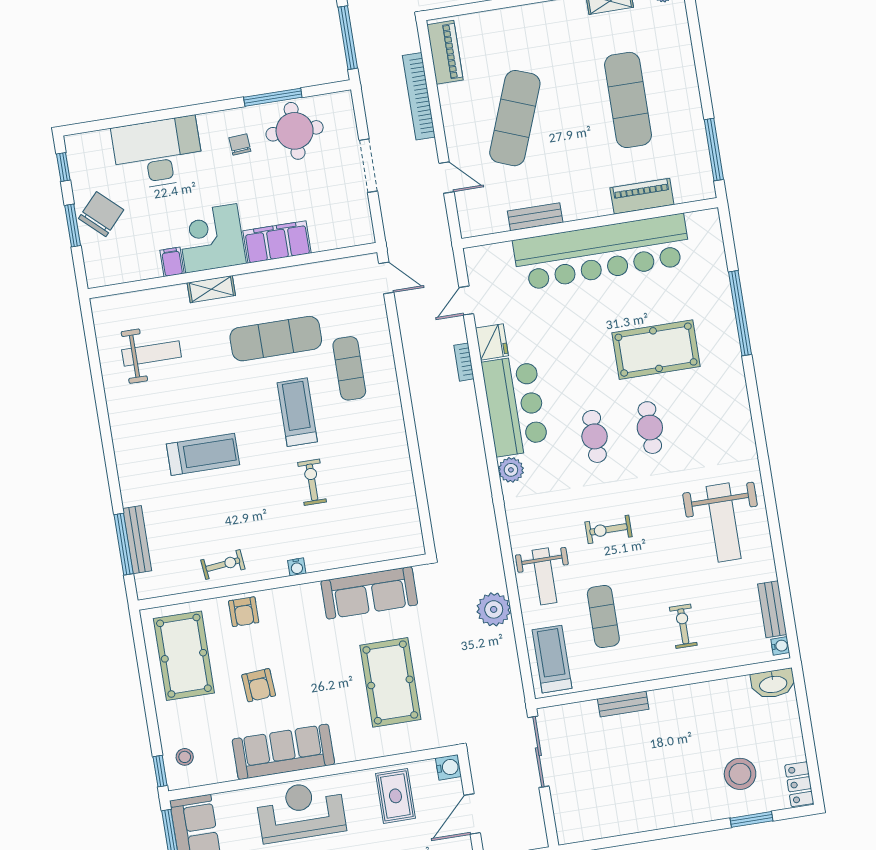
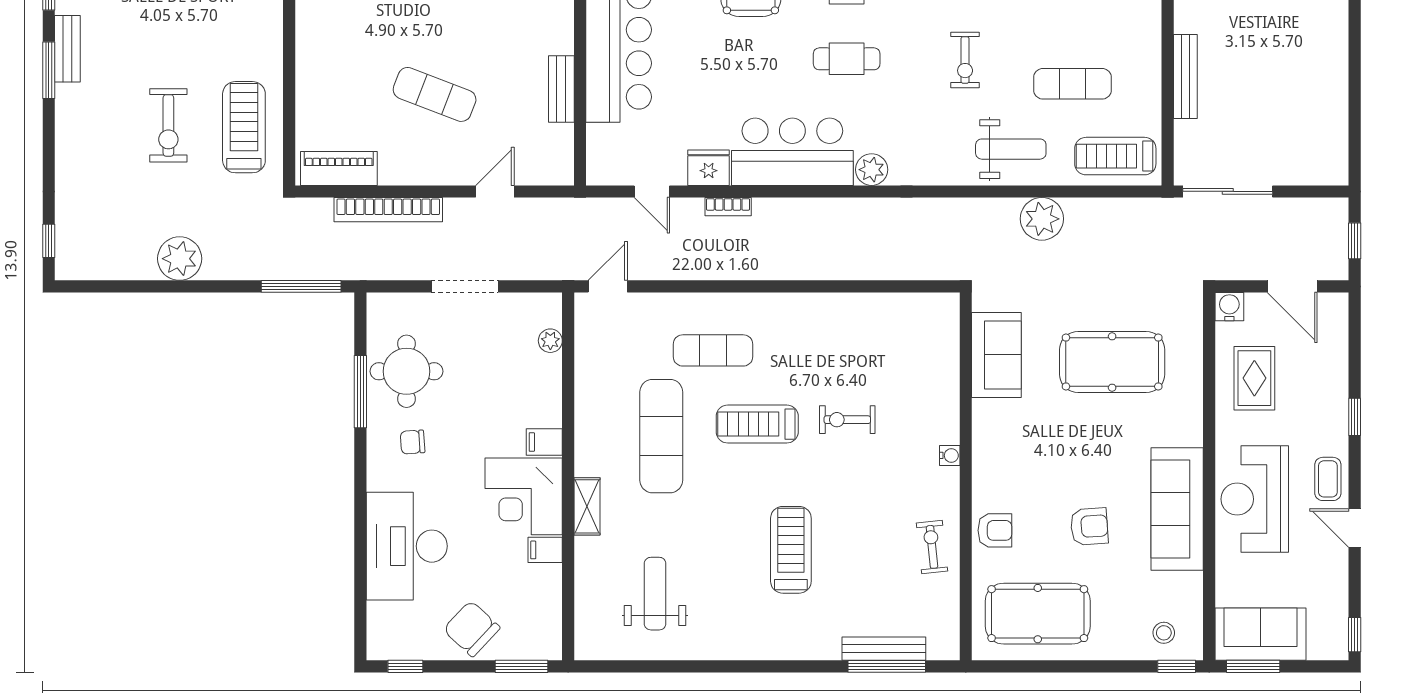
exercise mat: (515, 118) -> (435, 94), width x0.73, depth x0.69
window: (73, 225) -> (522, 666), moved
plant: (337, 240) -> (550, 341), added
filing cabinet: (277, 242) -> (544, 442), width x0.33, depth x0.86
sofa: (369, 593) -> (996, 355), width x0.73
bench: (623, 704) -> (1185, 77), width x1.36
rug: (395, 796) -> (1254, 378), turned 90

